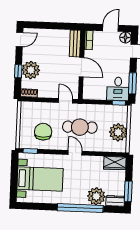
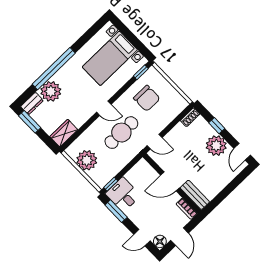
plant: (31, 70) -> (216, 146), moved

